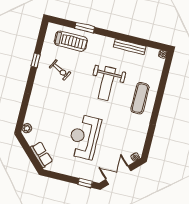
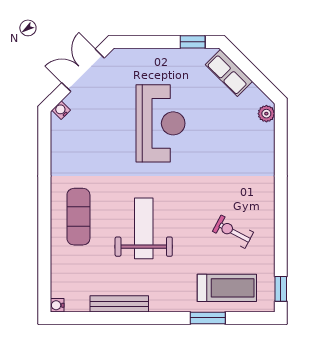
treadmill: (71, 41) -> (227, 288), turned 180
window: (36, 60) -> (281, 289), moved
double door: (118, 175) -> (83, 70), swing flipped
window: (85, 183) -> (193, 42), moved

